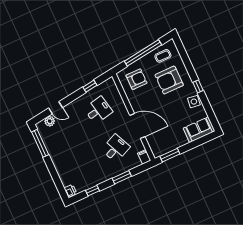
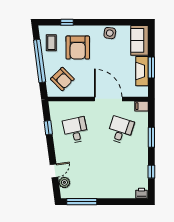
armchair: (136, 79) -> (62, 79), turned 135
window: (198, 86) -> (67, 22), moved
door: (137, 126) -> (108, 99), hinge flipped
fireplace: (174, 144) -> (142, 71), added
desk: (116, 148) -> (120, 130), turned 42
window: (170, 155) -> (151, 67), moved

